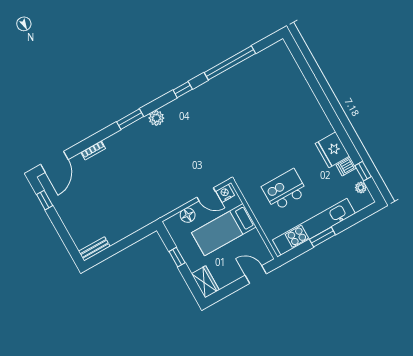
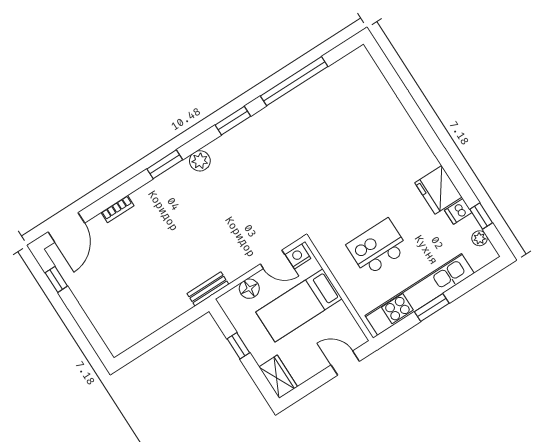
window: (183, 90) -> (233, 121), width x1.50
bench: (94, 249) -> (208, 289), moved

